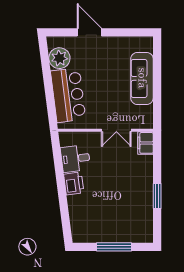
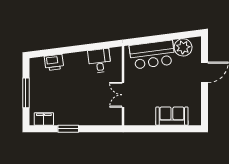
sofa: (142, 78) -> (172, 116), width x0.73
filing cabinet: (145, 143) -> (44, 119), moved
printer: (74, 183) -> (54, 62), moved

